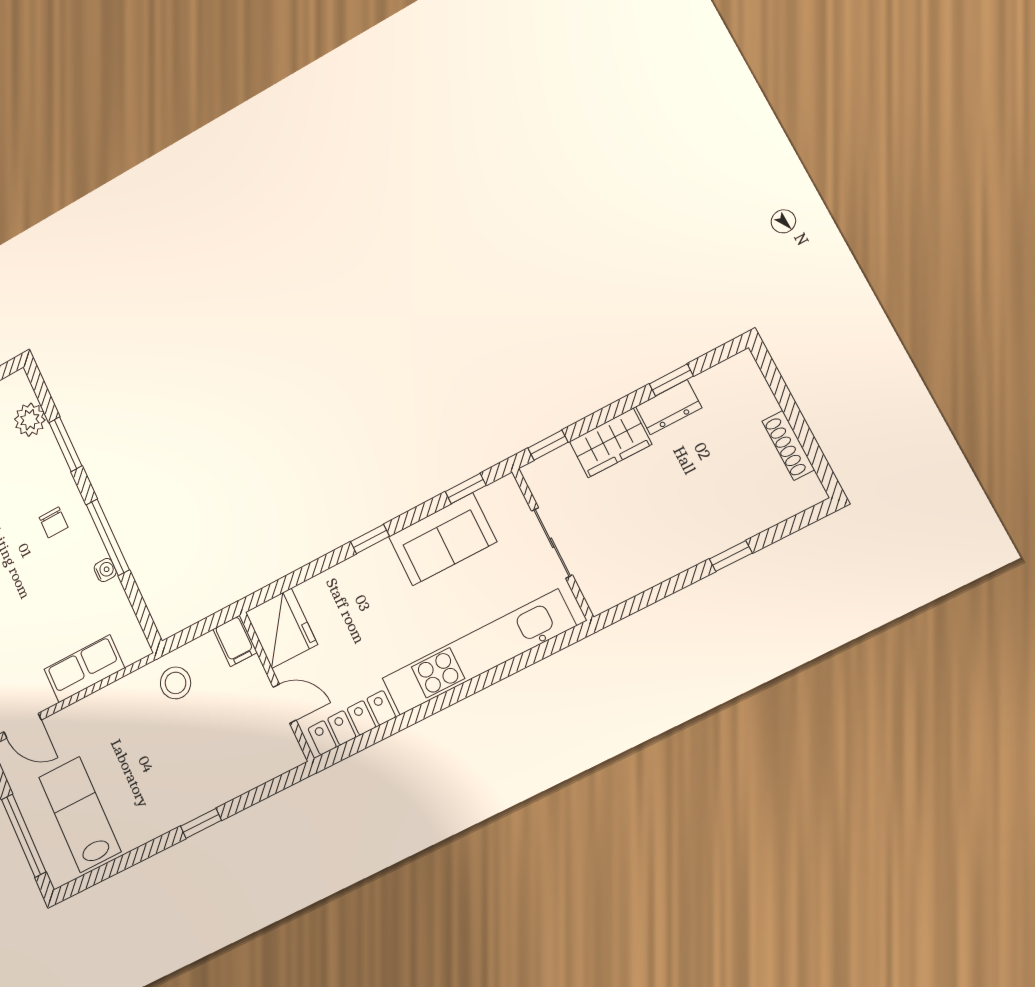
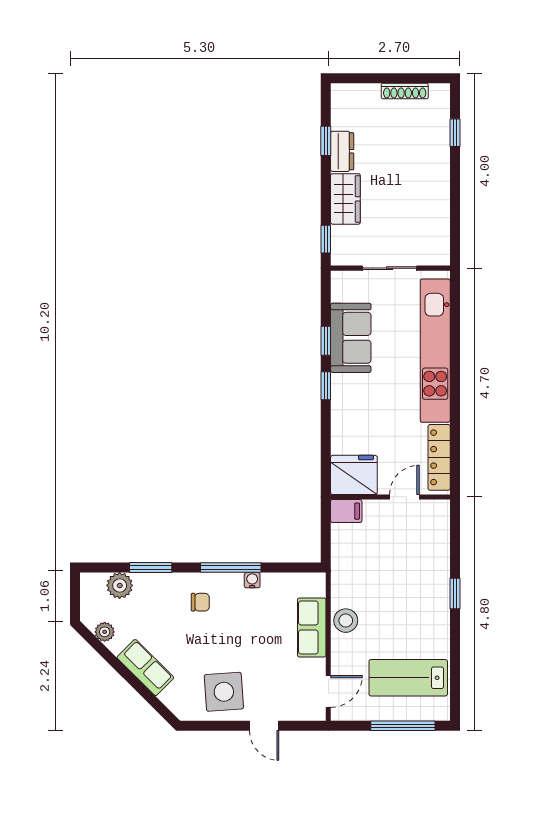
window: (466, 488) -> (326, 341), moved
window: (731, 556) -> (455, 133), moved
stool: (176, 683) -> (346, 621), moved

